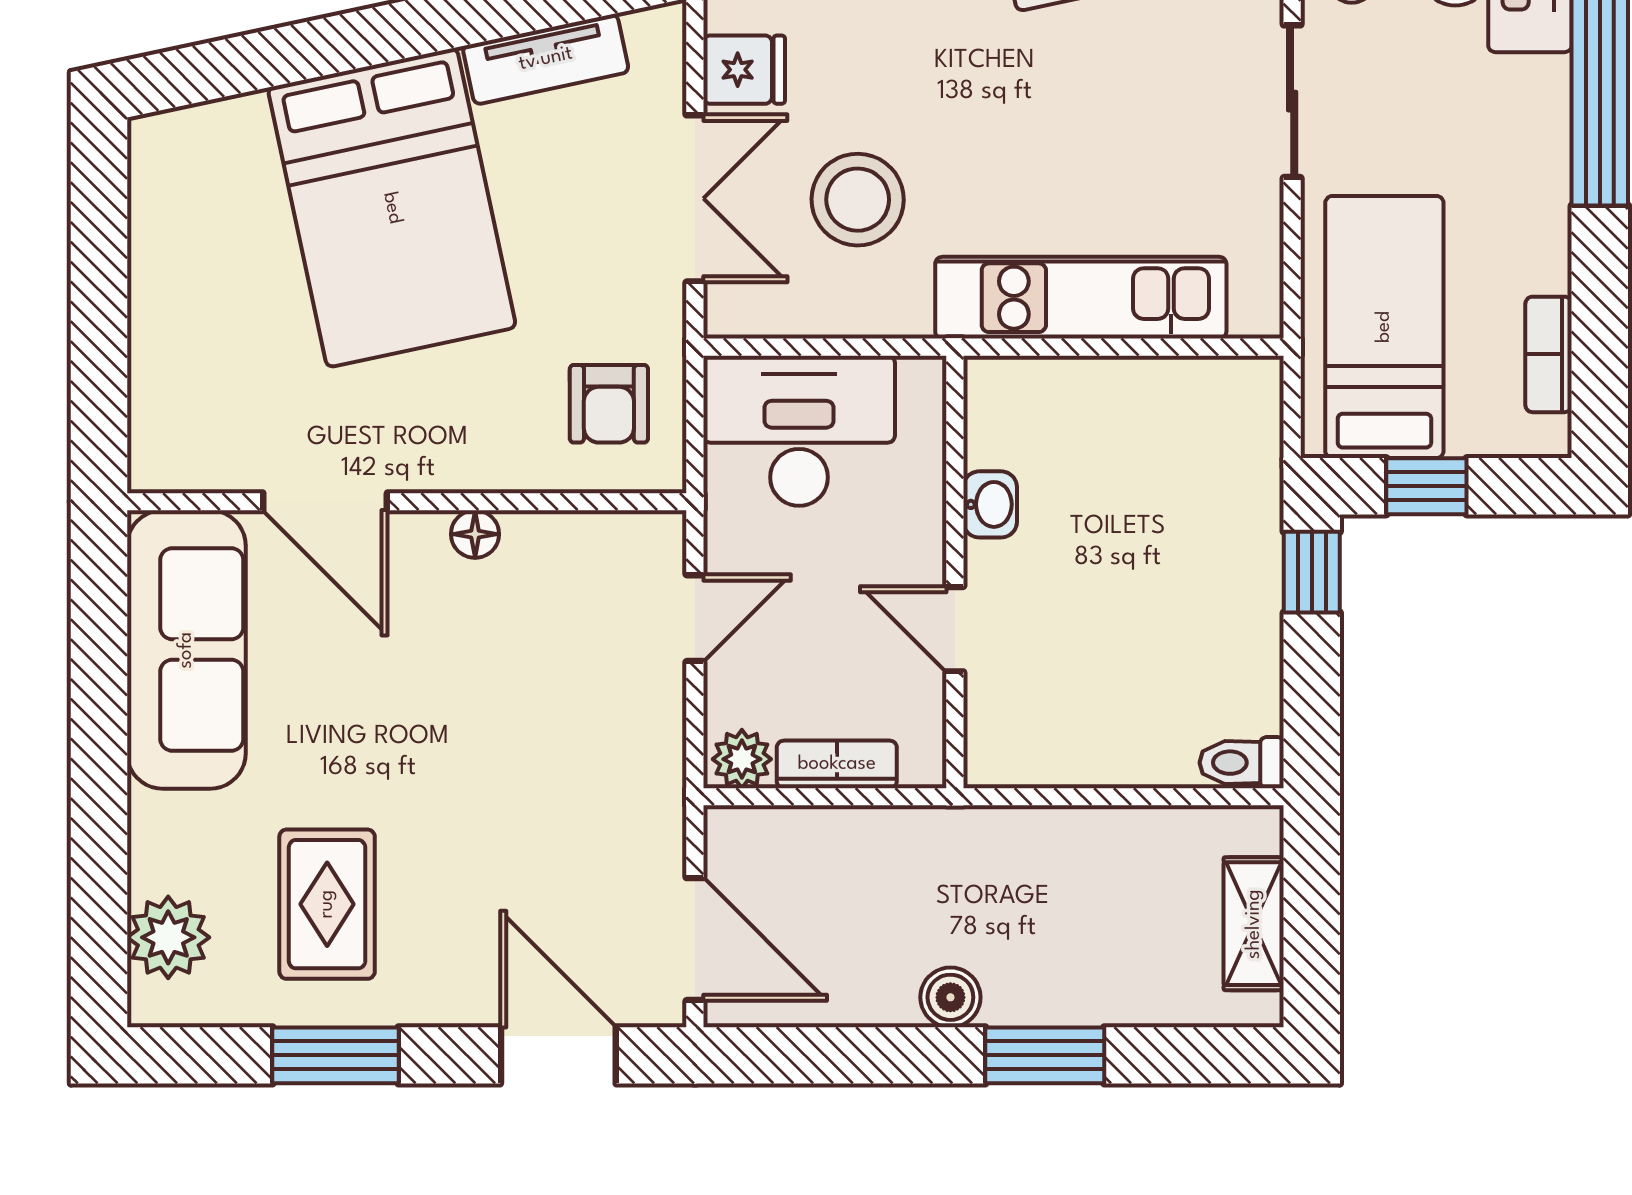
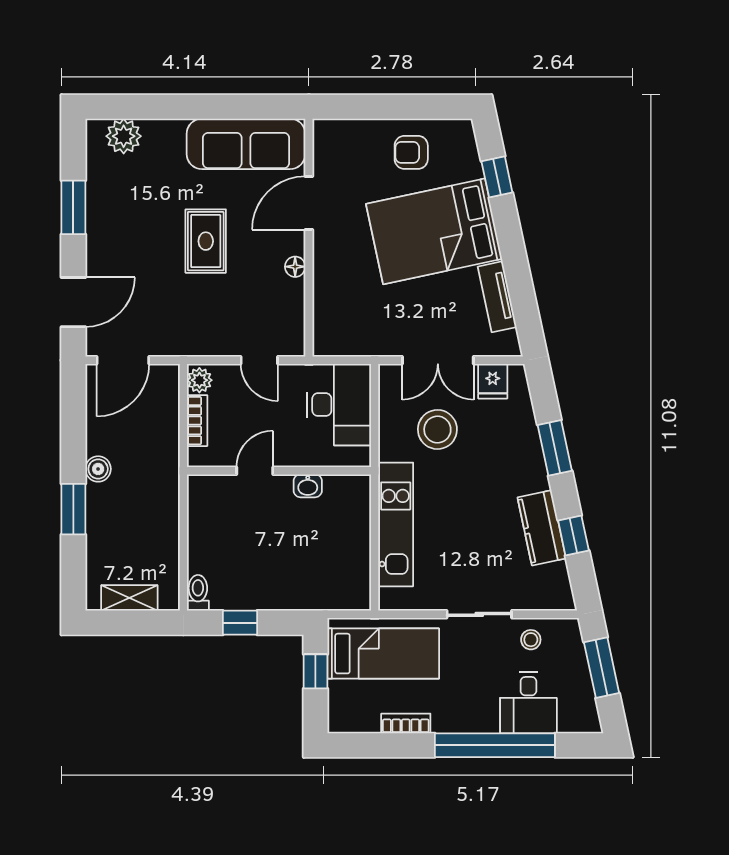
window: (264, 60) -> (497, 177), added
bookcase: (1549, 354) -> (406, 723), moved
armchair: (609, 404) -> (411, 152), moved
window: (1312, 572) -> (240, 623), moved
rug: (327, 904) -> (206, 241), moved, turned 90

